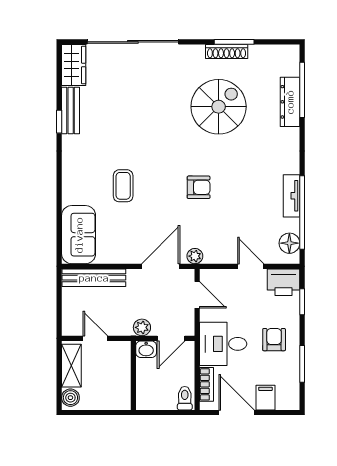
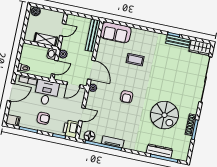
door: (171, 338) -> (55, 67), swing flipped
shelving: (71, 366) -> (46, 40), moved
filing cabinet: (265, 398) -> (13, 120), moved

